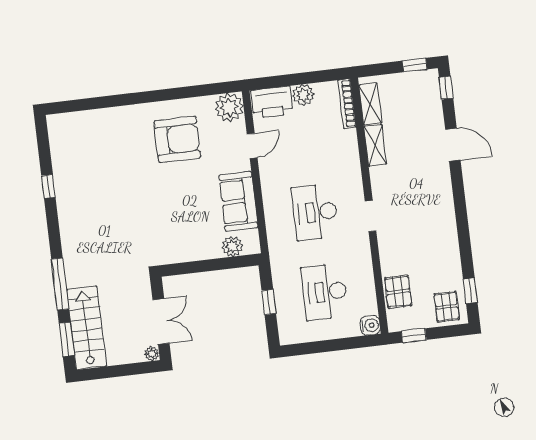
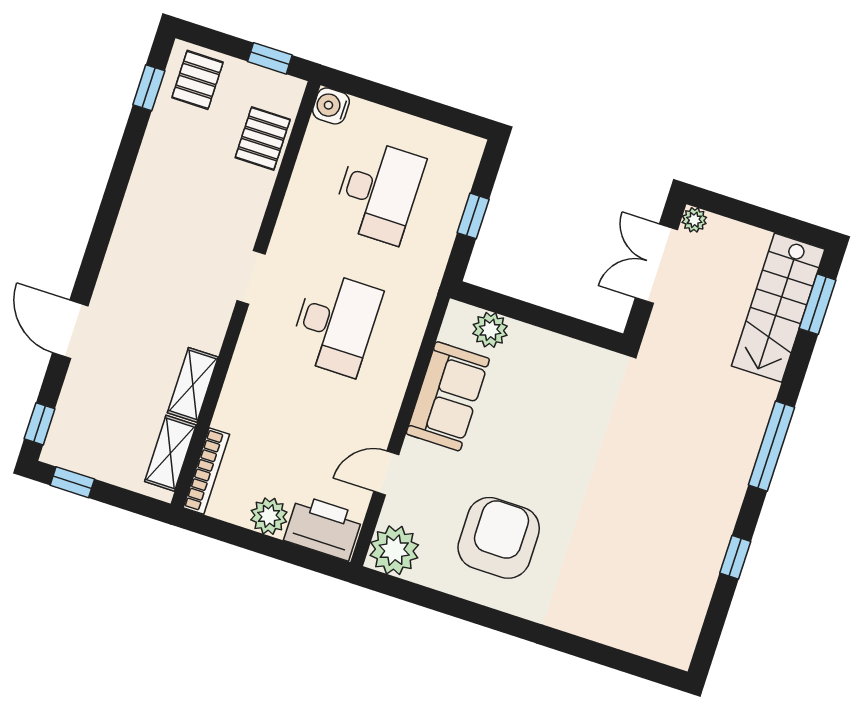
armchair: (177, 139) -> (499, 538), turned 90
window: (60, 284) -> (771, 446), moved

